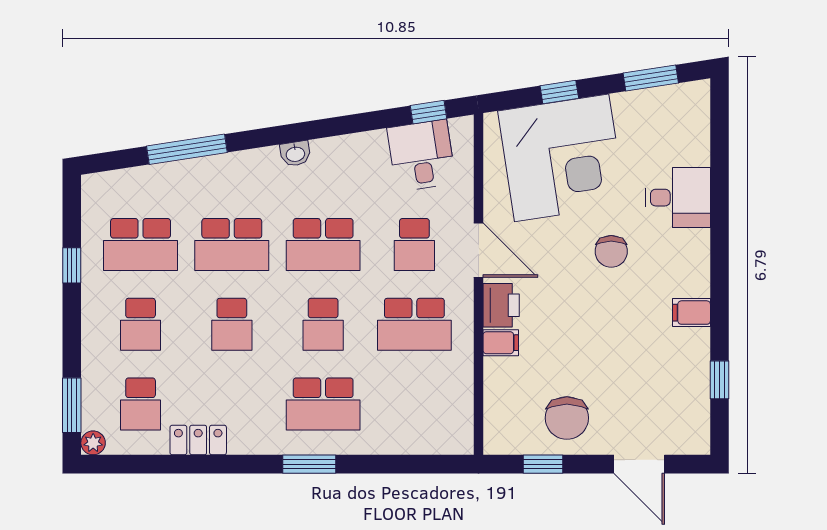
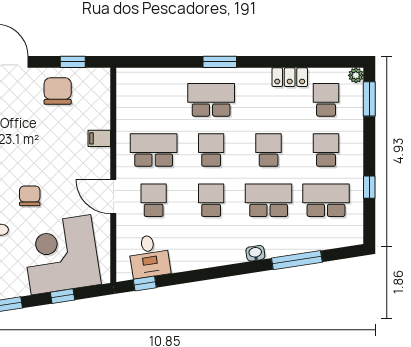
washbasin: (295, 154) -> (255, 253), moved
school desk: (323, 244) -> (211, 200), width x0.54
printer: (501, 305) -> (99, 162), removed

